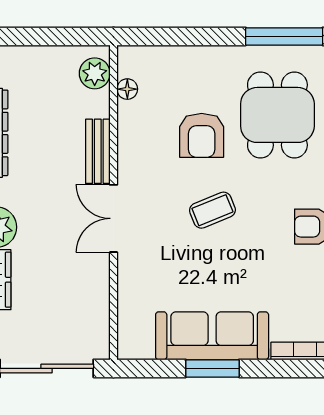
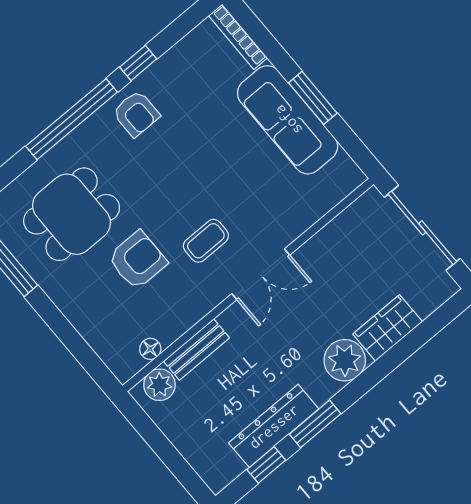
bench: (98, 151) -> (196, 349), moved
coffee table: (212, 210) -> (206, 241), moved, turned -68

